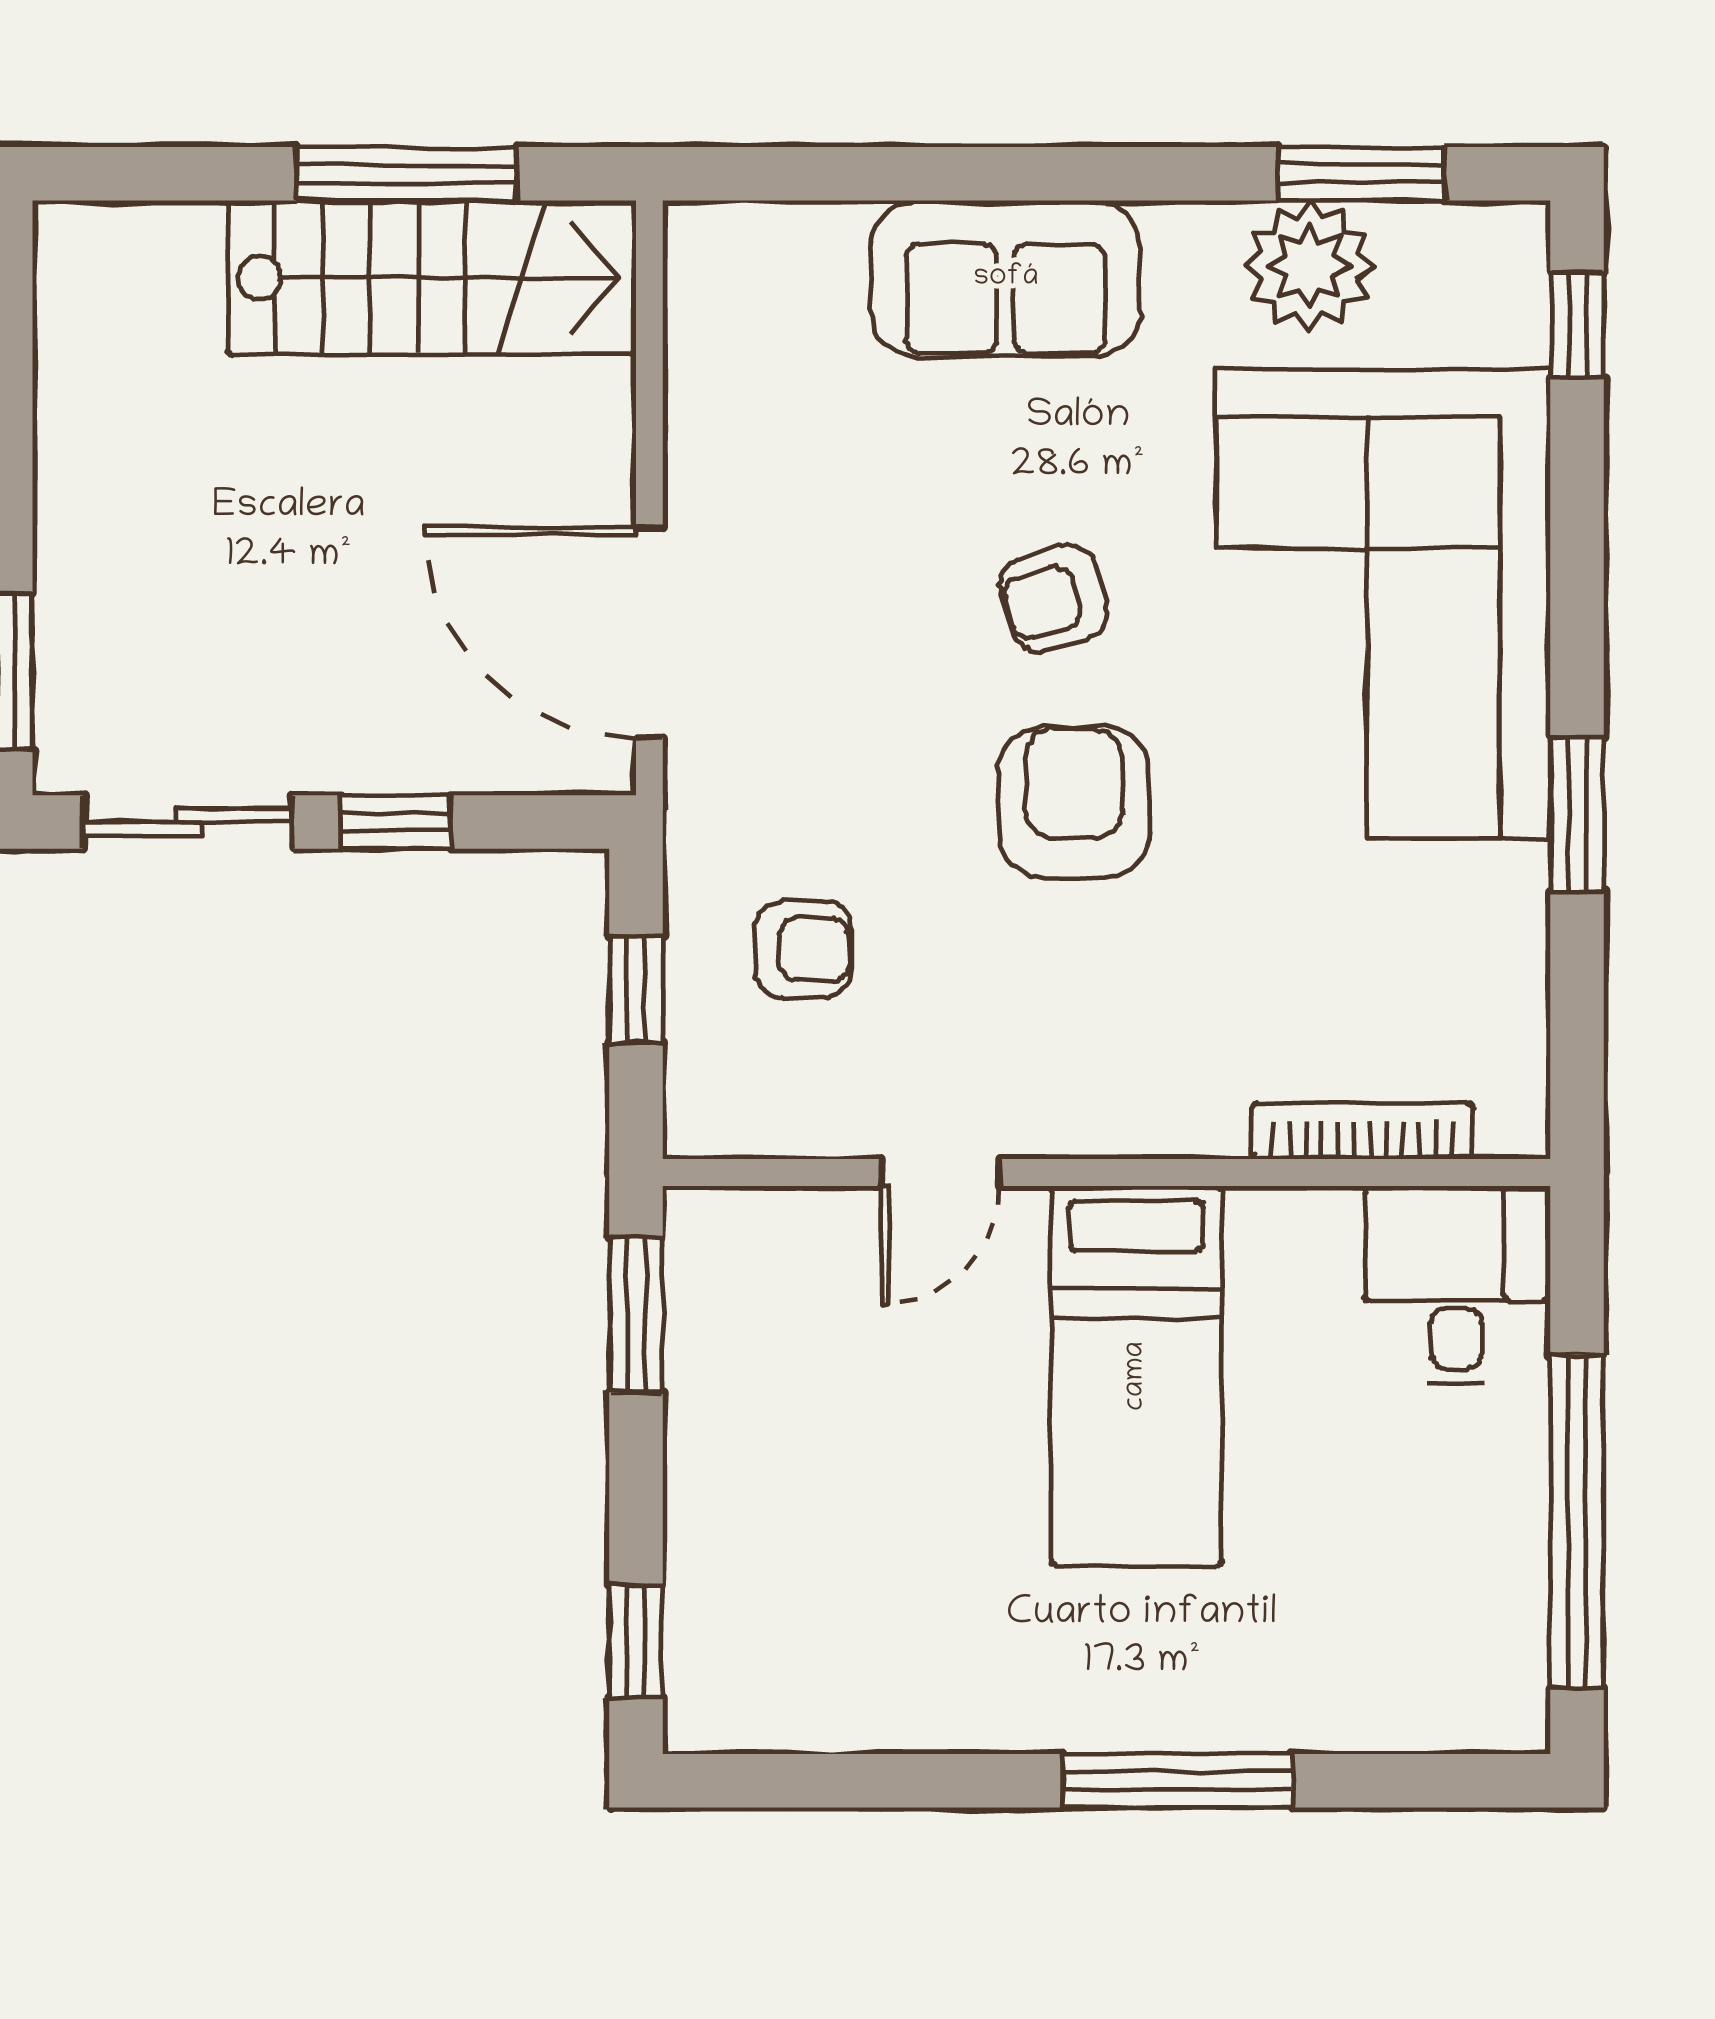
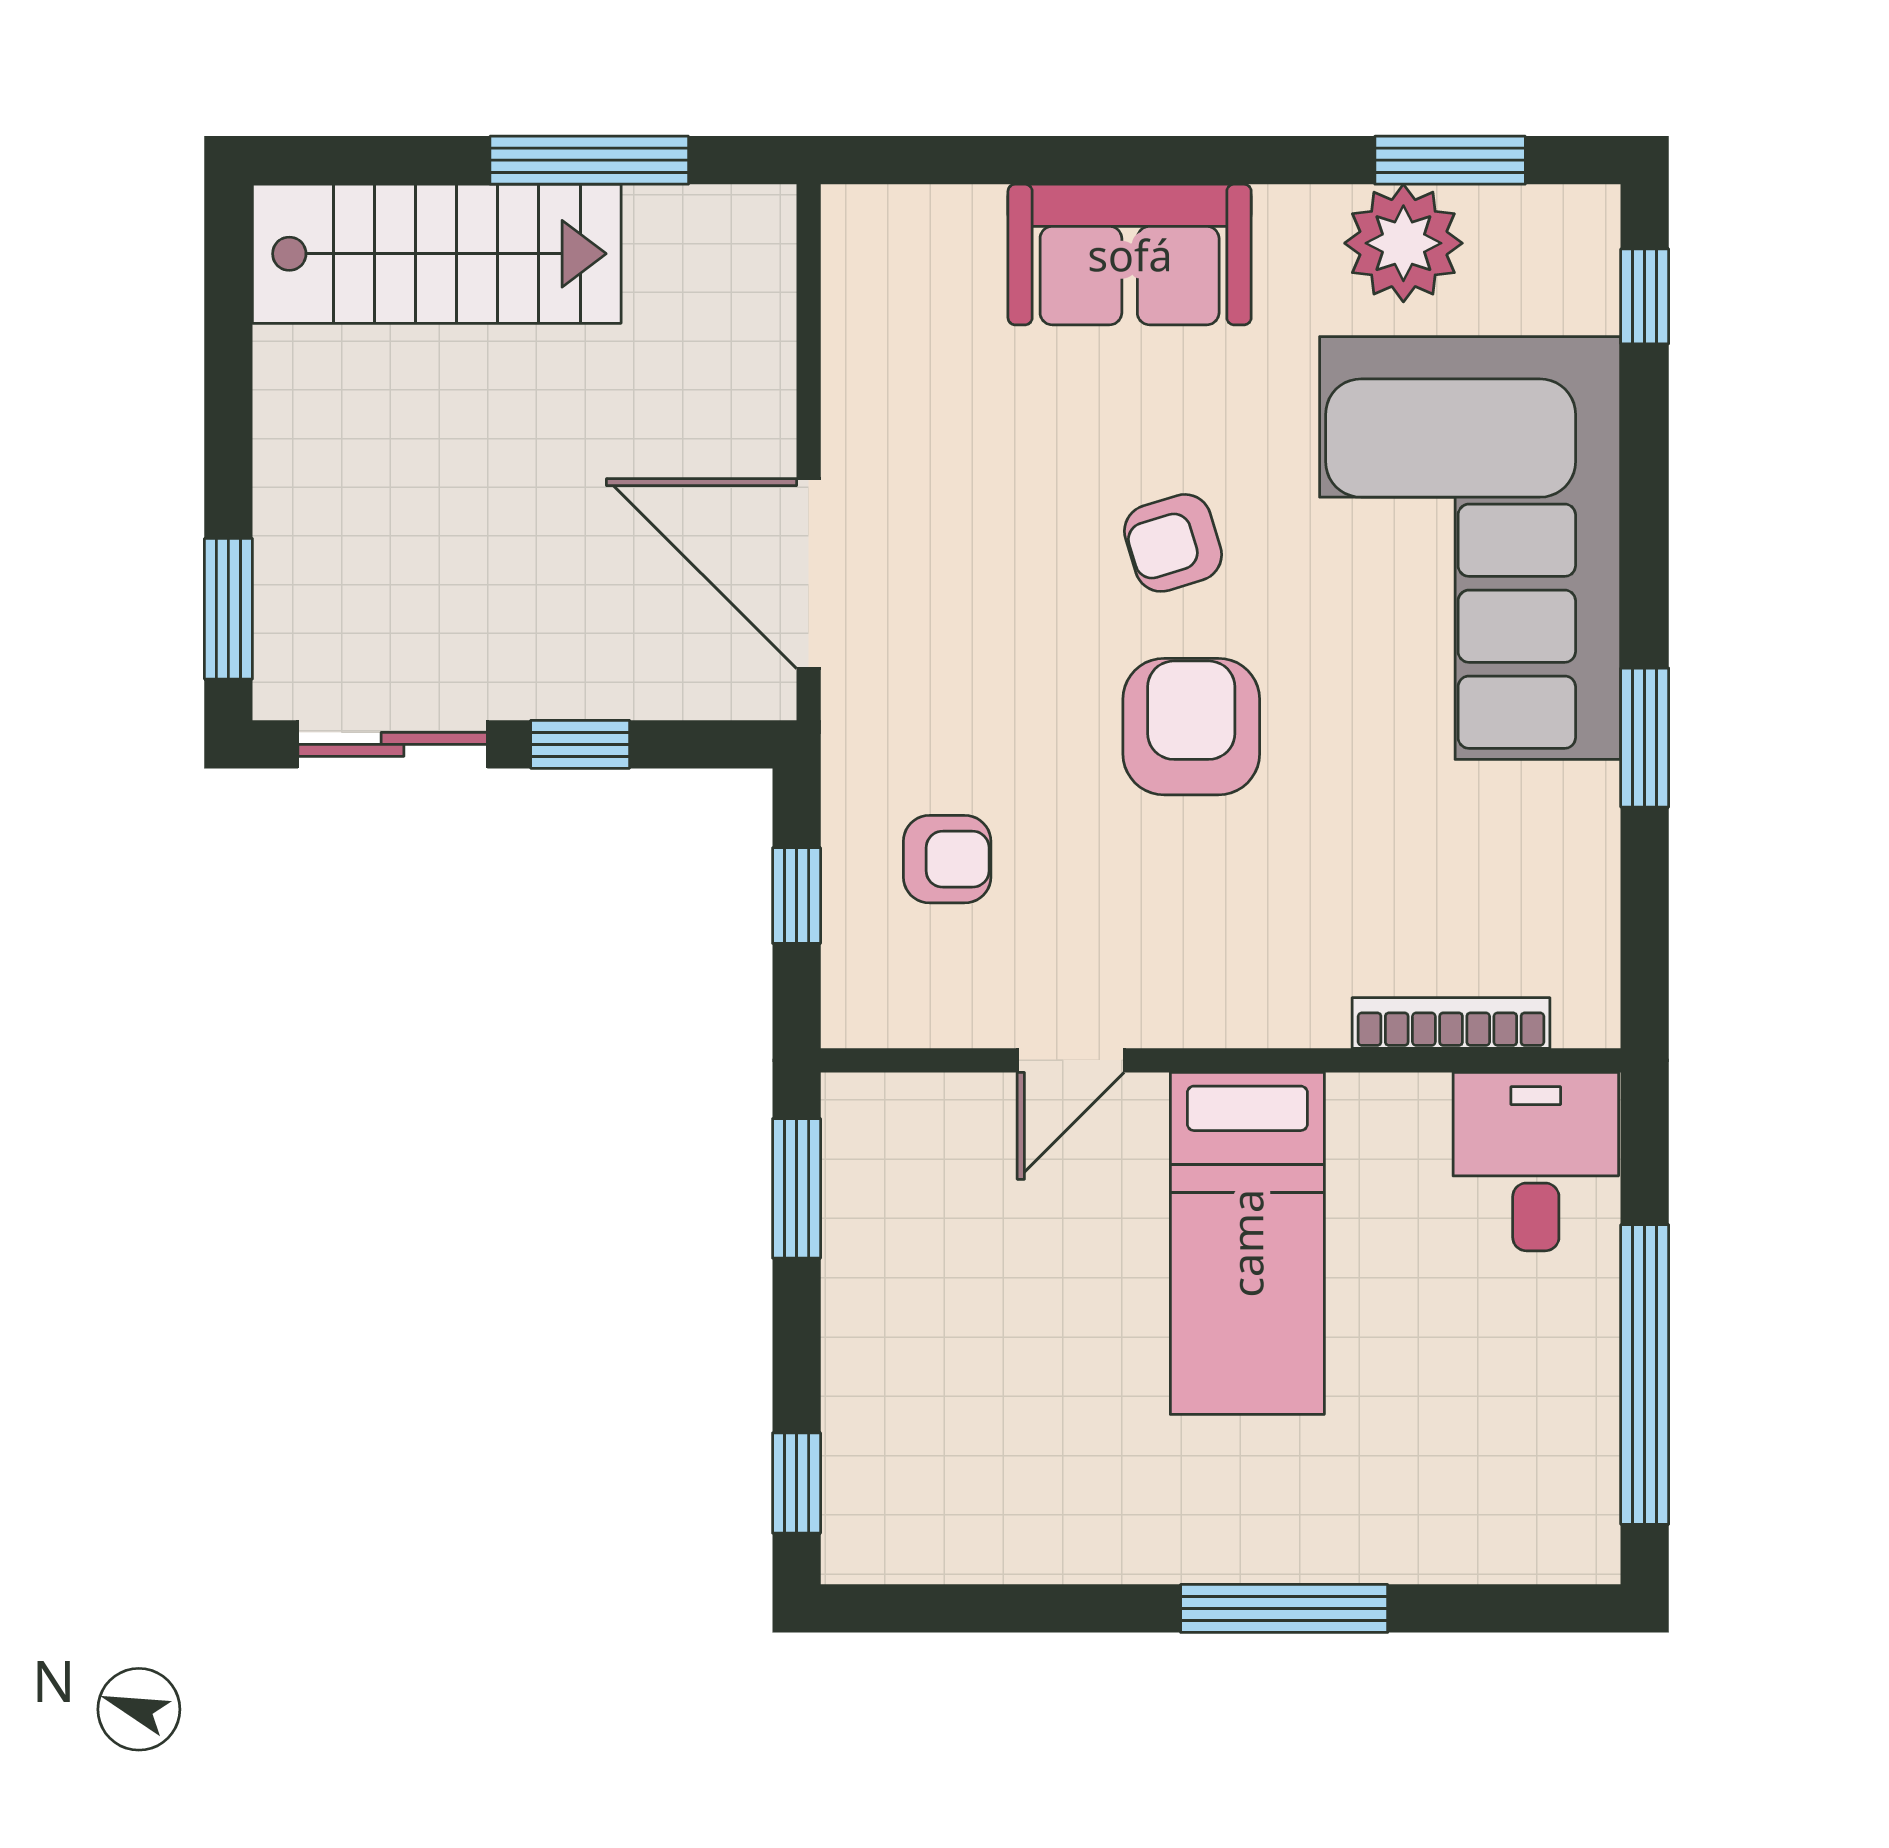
stairs: (432, 278) -> (437, 254), moved

